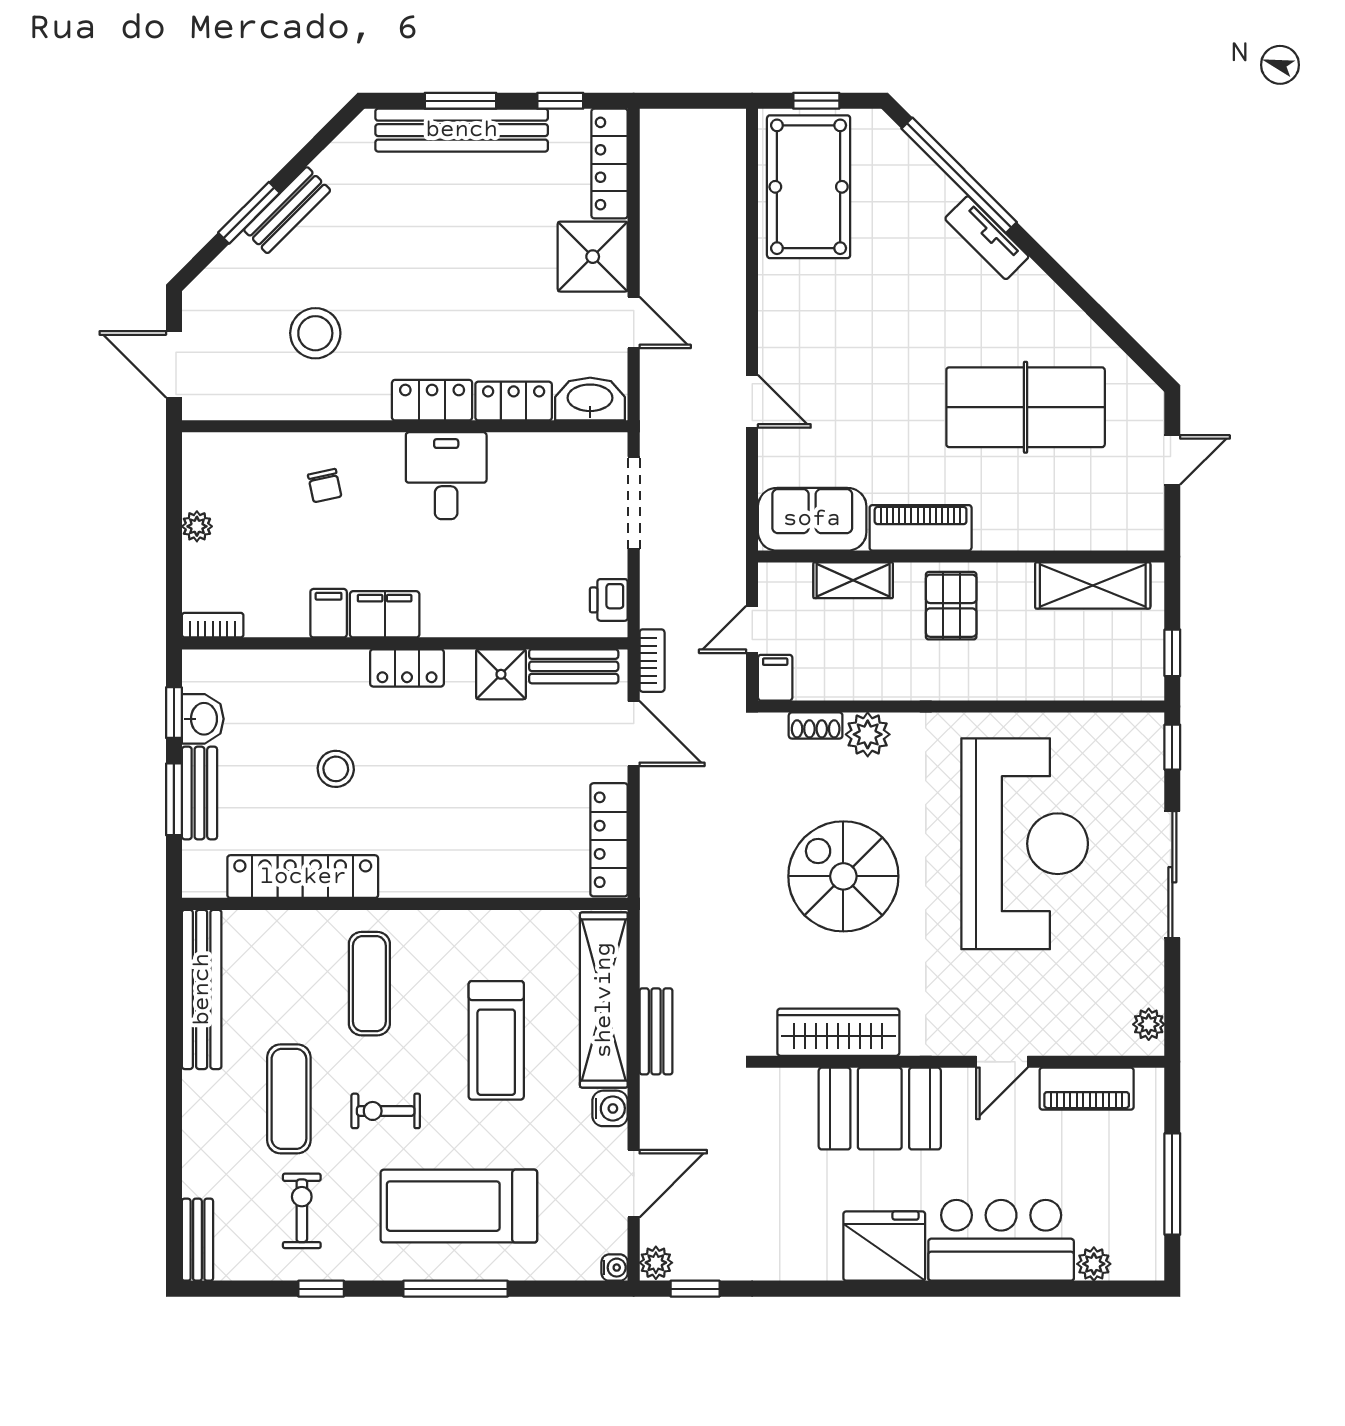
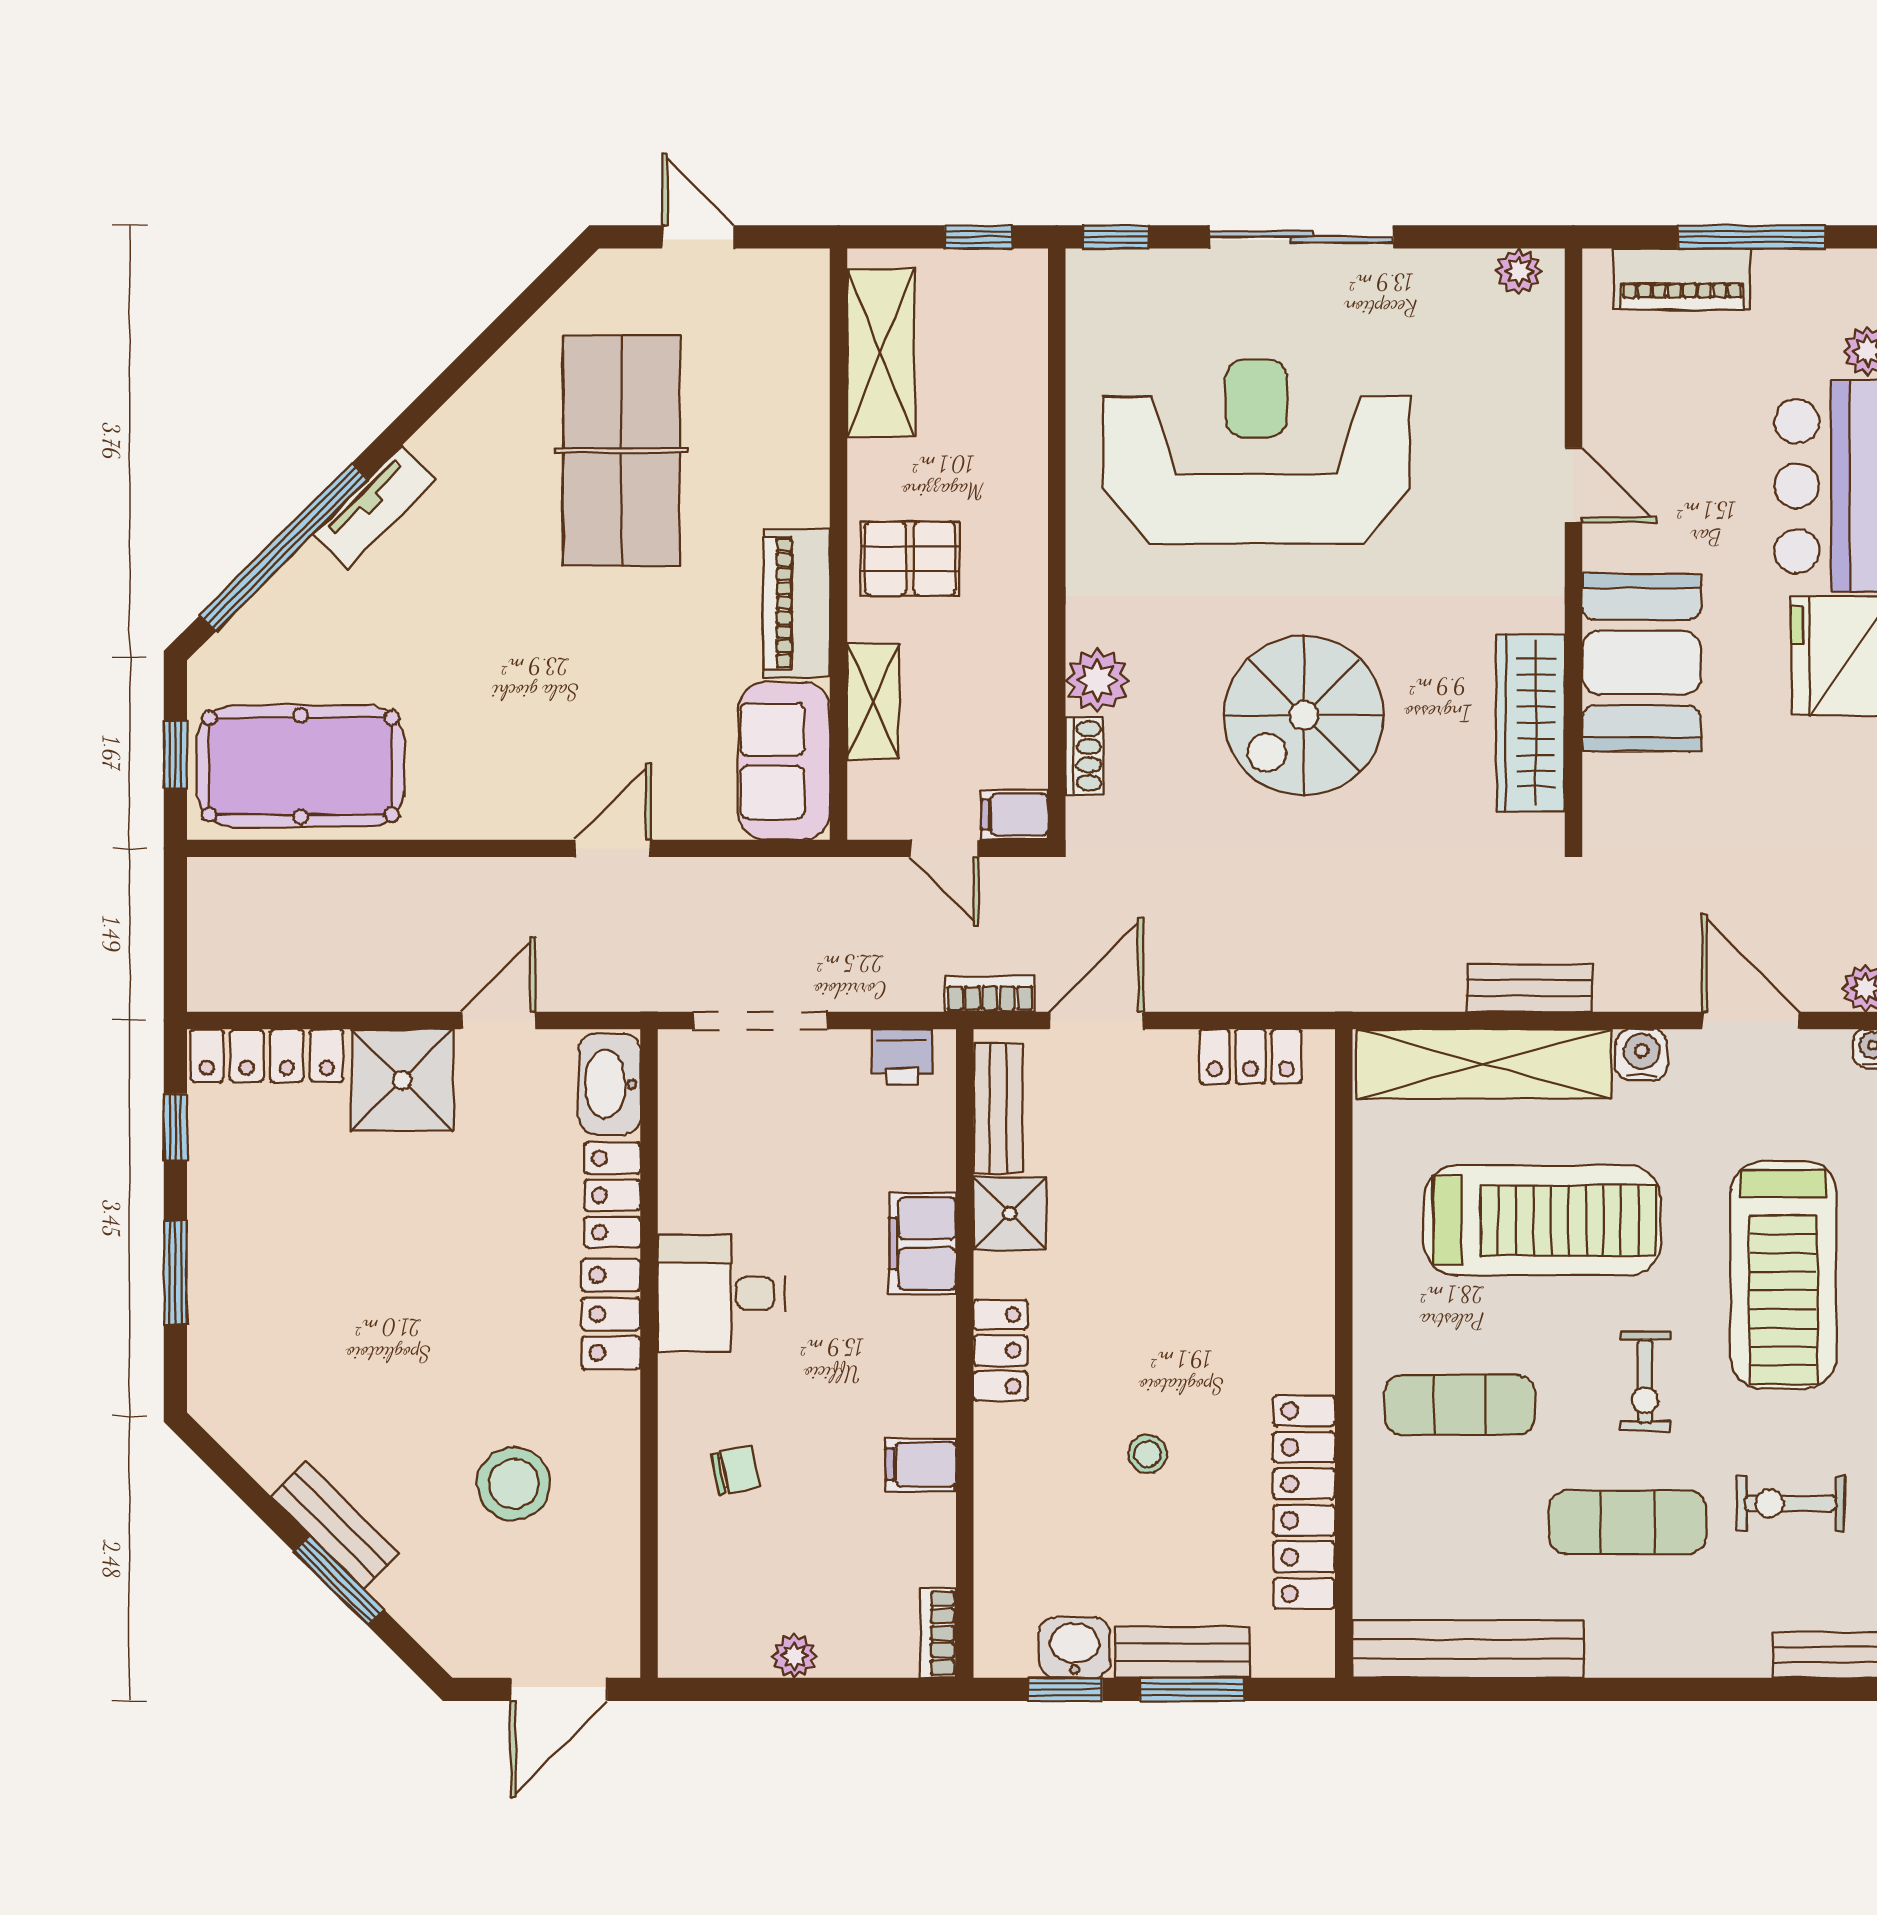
bench: (462, 130) -> (218, 1271), removed
filing cabinet: (385, 614) -> (923, 1244), moved
stool: (336, 769) -> (1147, 1454), width x0.73, depth x0.73
locker: (609, 840) -> (1251, 1056), width x0.66
treadmill: (496, 1040) -> (1542, 1221), width x1.37, depth x1.37
piano: (1087, 1089) -> (1682, 279), moved, turned 90

